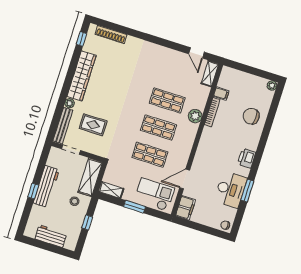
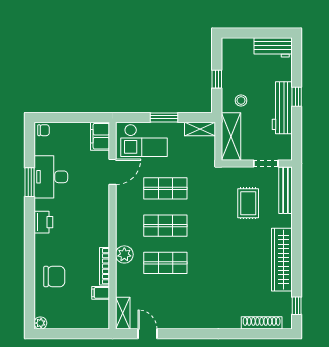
plant: (70, 103) -> (286, 221), removed
rug: (93, 125) -> (248, 203), turned 90
workbench: (51, 236) -> (273, 47), moved

